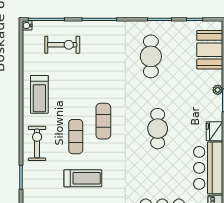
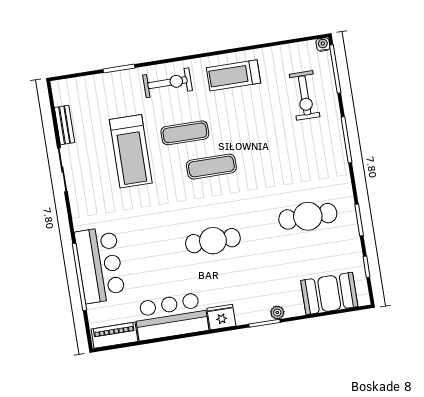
treadmill: (83, 178) -> (131, 151), width x1.37, depth x1.38

